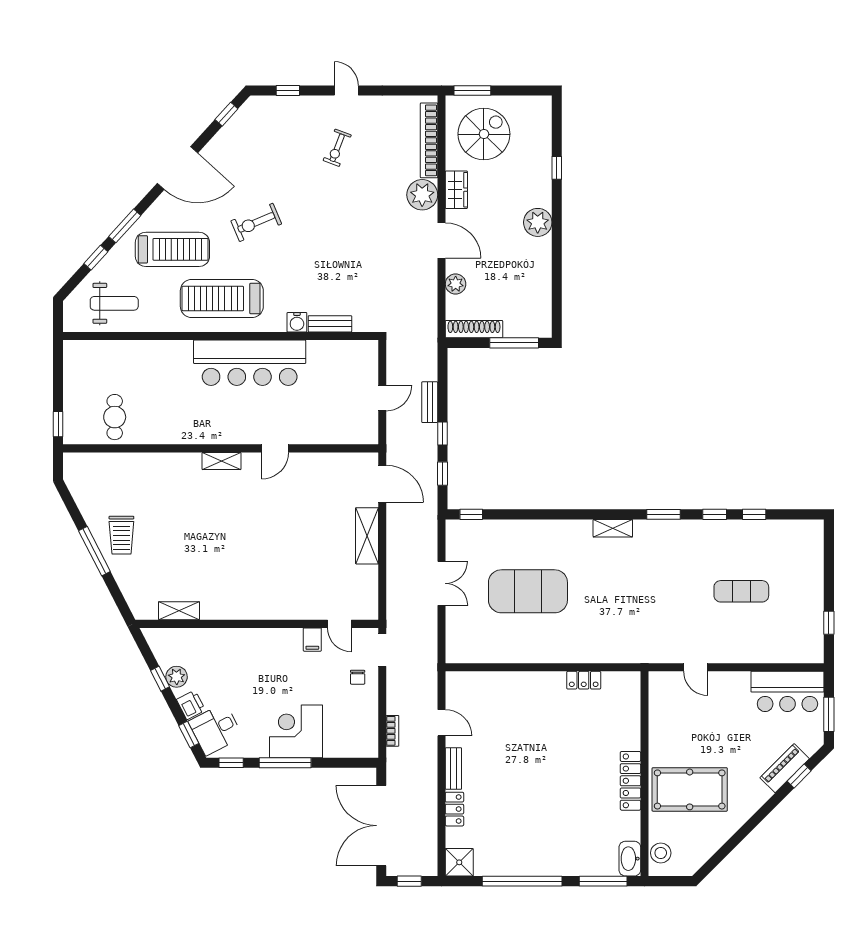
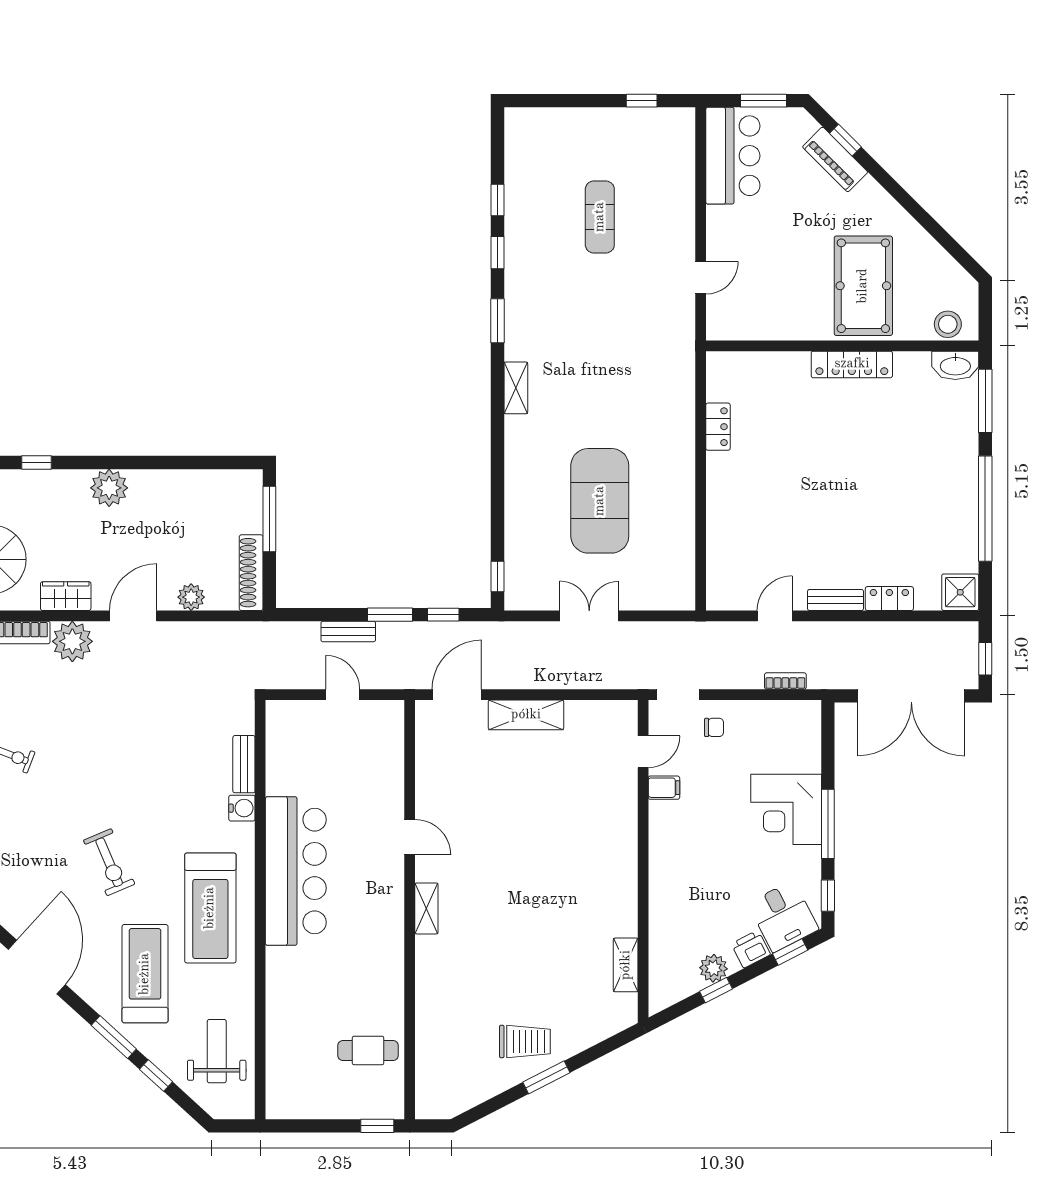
window: (442, 434) -> (390, 615), width x1.50
window: (94, 551) -> (546, 1077), width x0.69

